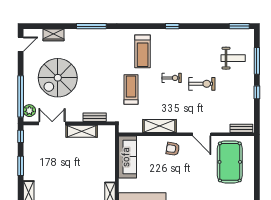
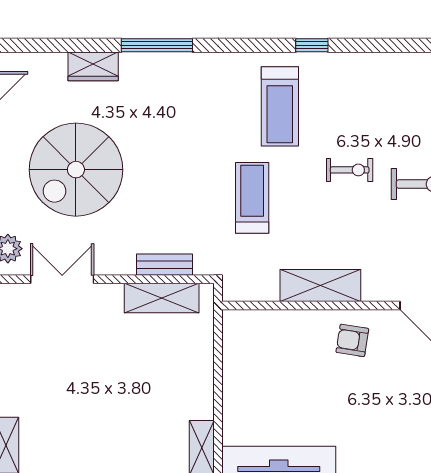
window: (172, 26) -> (312, 45), moved
wardrobe: (53, 35) -> (93, 66), moved
shelving: (82, 131) -> (162, 298), moved
sofa: (127, 157) -> (243, 360), removed

